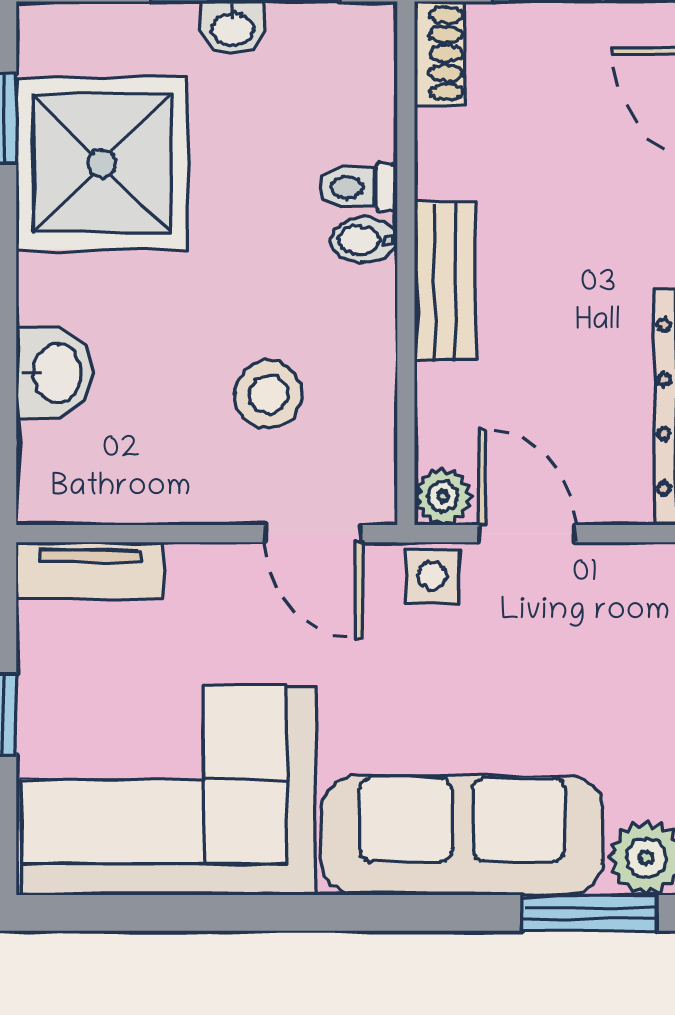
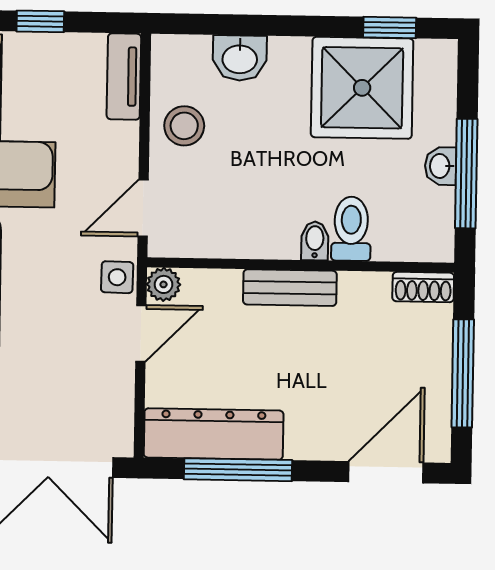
toilet: (358, 187) -> (351, 229), width x1.37, depth x1.39
stool: (268, 394) -> (184, 126), moved

